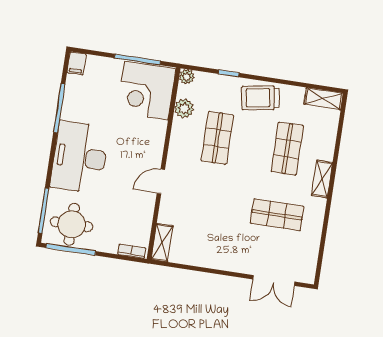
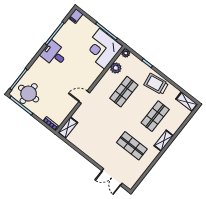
desk: (80, 157) -> (54, 54), width x0.53, depth x0.77

